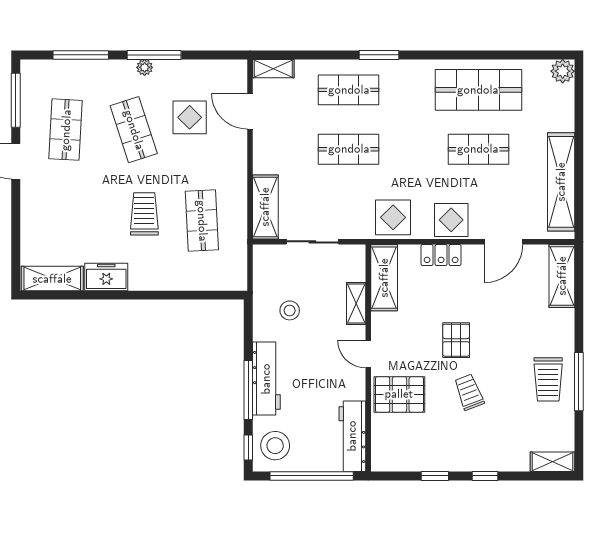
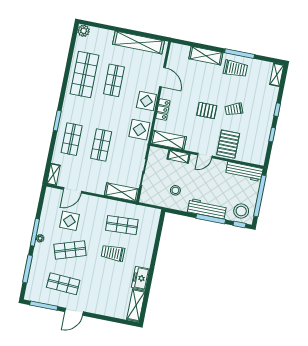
shelving: (562, 276) -> (206, 56), moved

